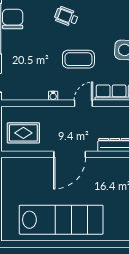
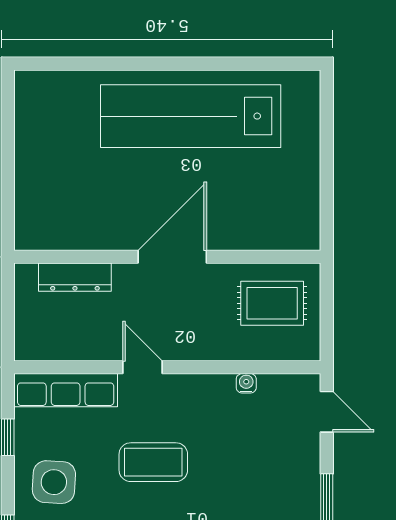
water cooler: (53, 96) -> (246, 383), moved
door: (83, 103) -> (143, 367), swing flipped

